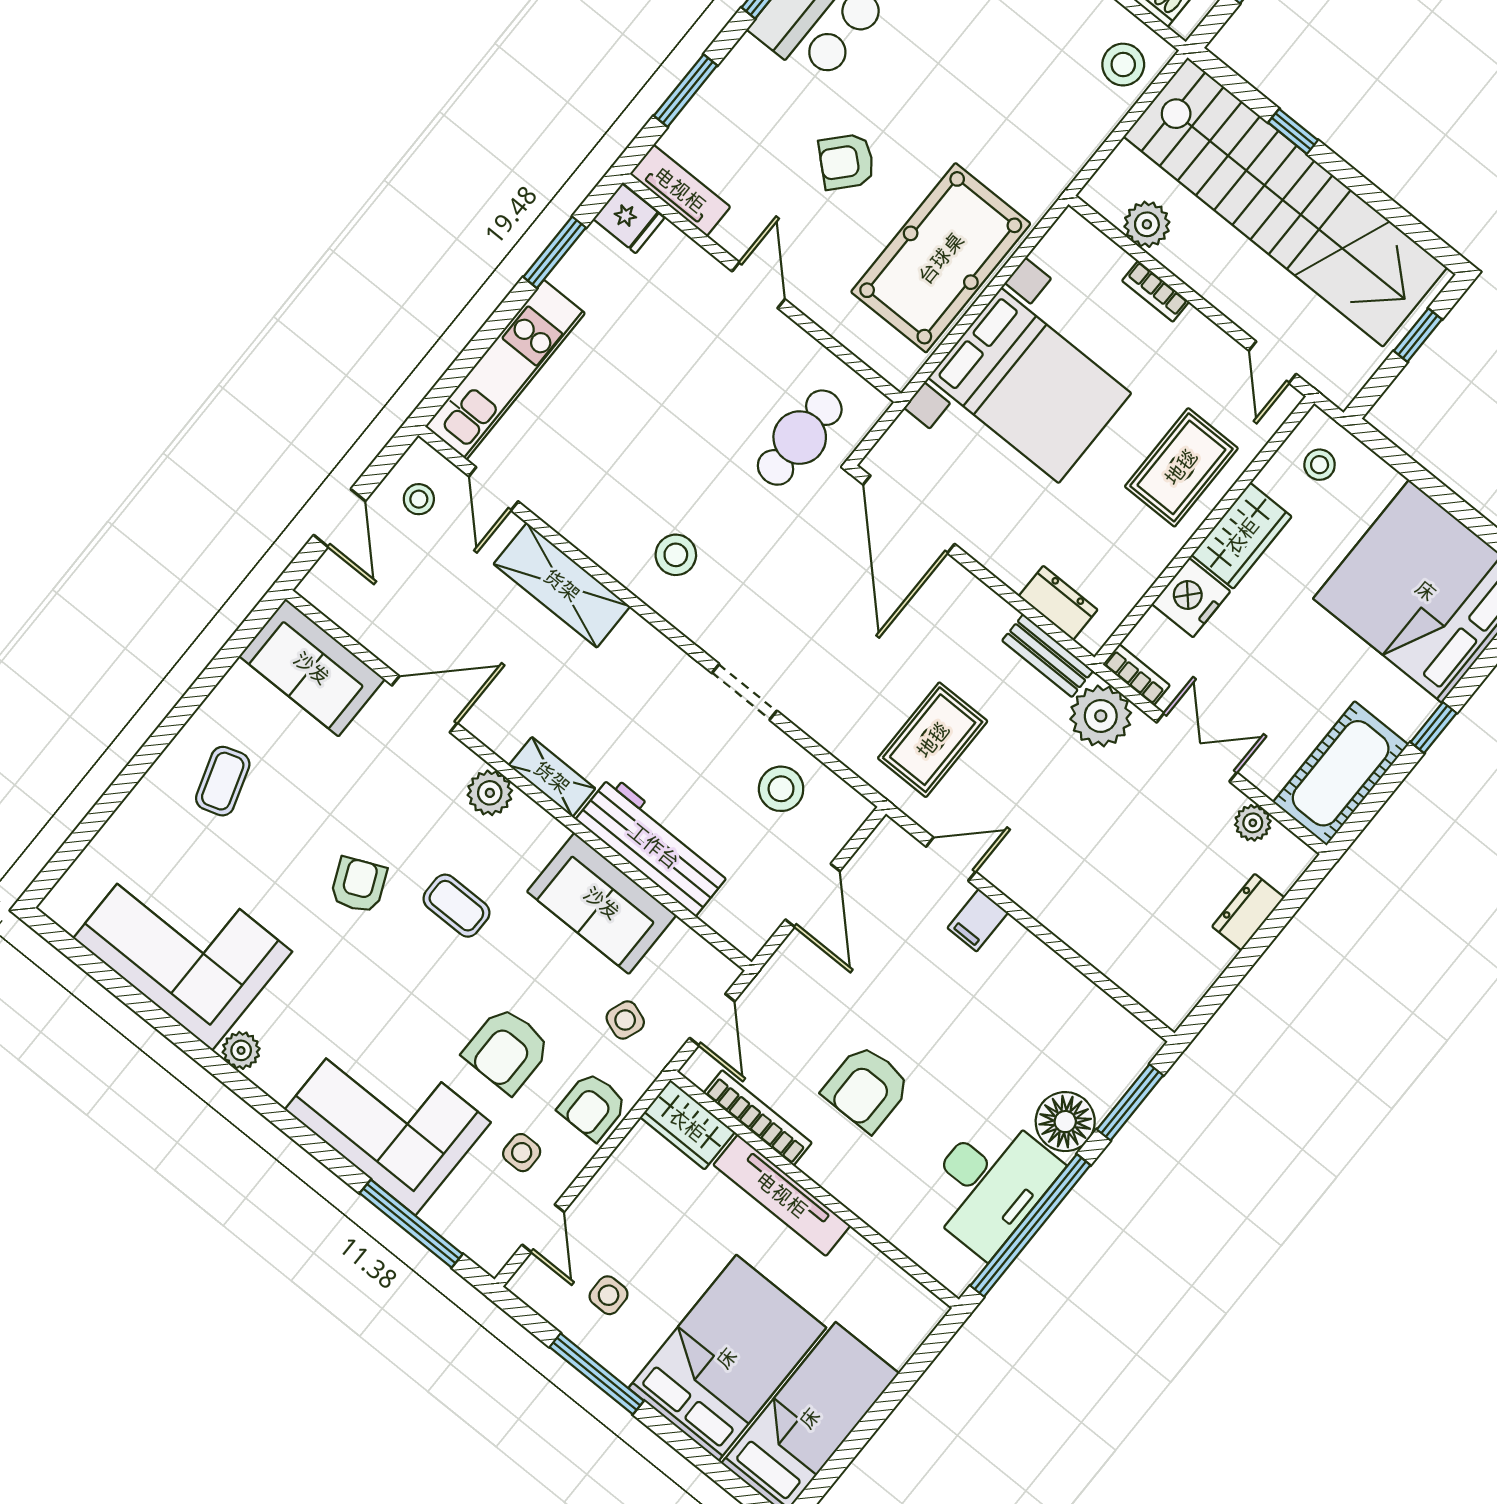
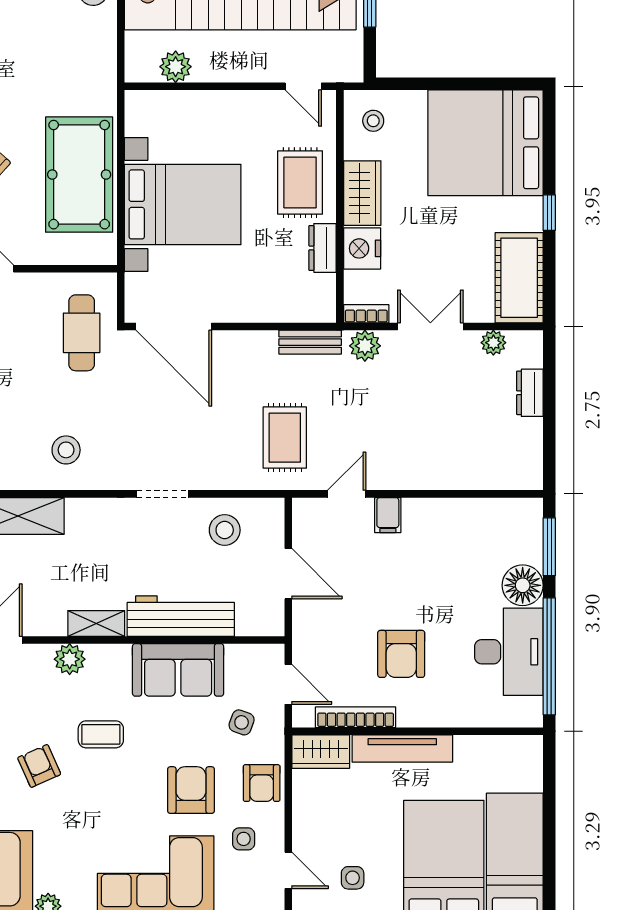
bookcase: (1156, 291) -> (209, 99), removed
dresser: (1058, 603) -> (323, 248), moved, turned -90
plant: (1101, 716) -> (365, 346), width x0.73, depth x0.73
armchair: (507, 1050) -> (191, 790), turned 180

